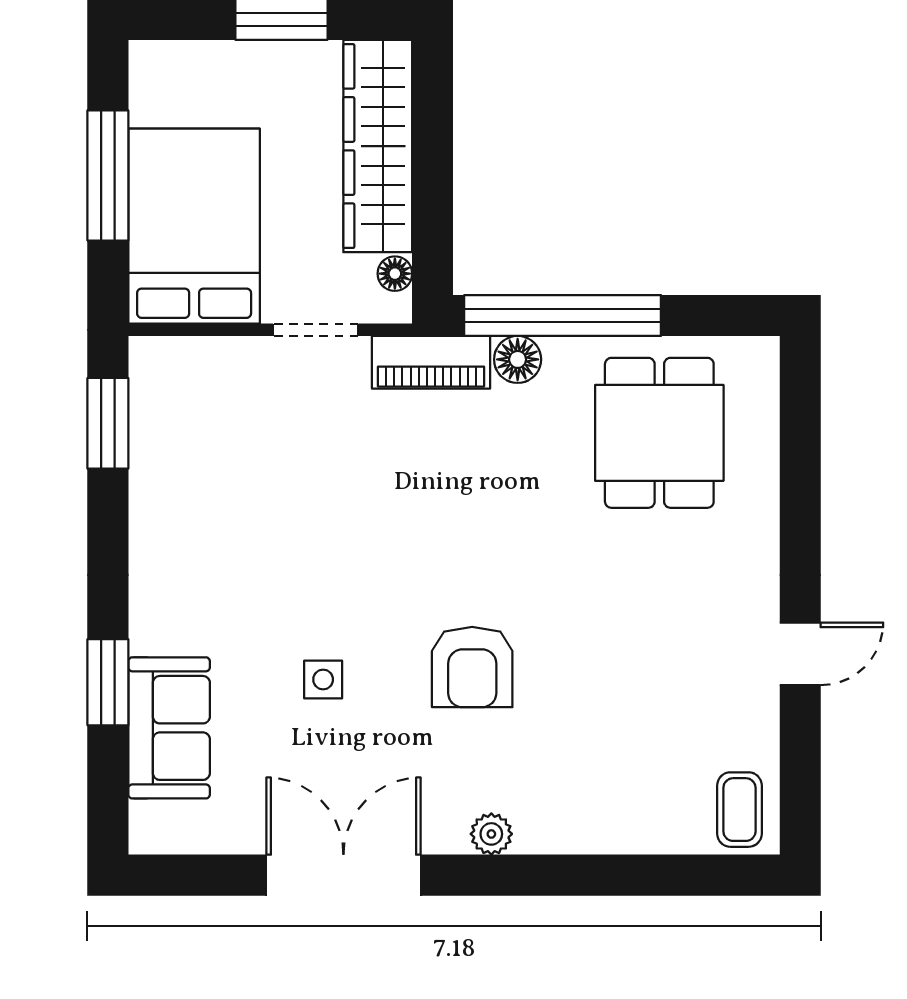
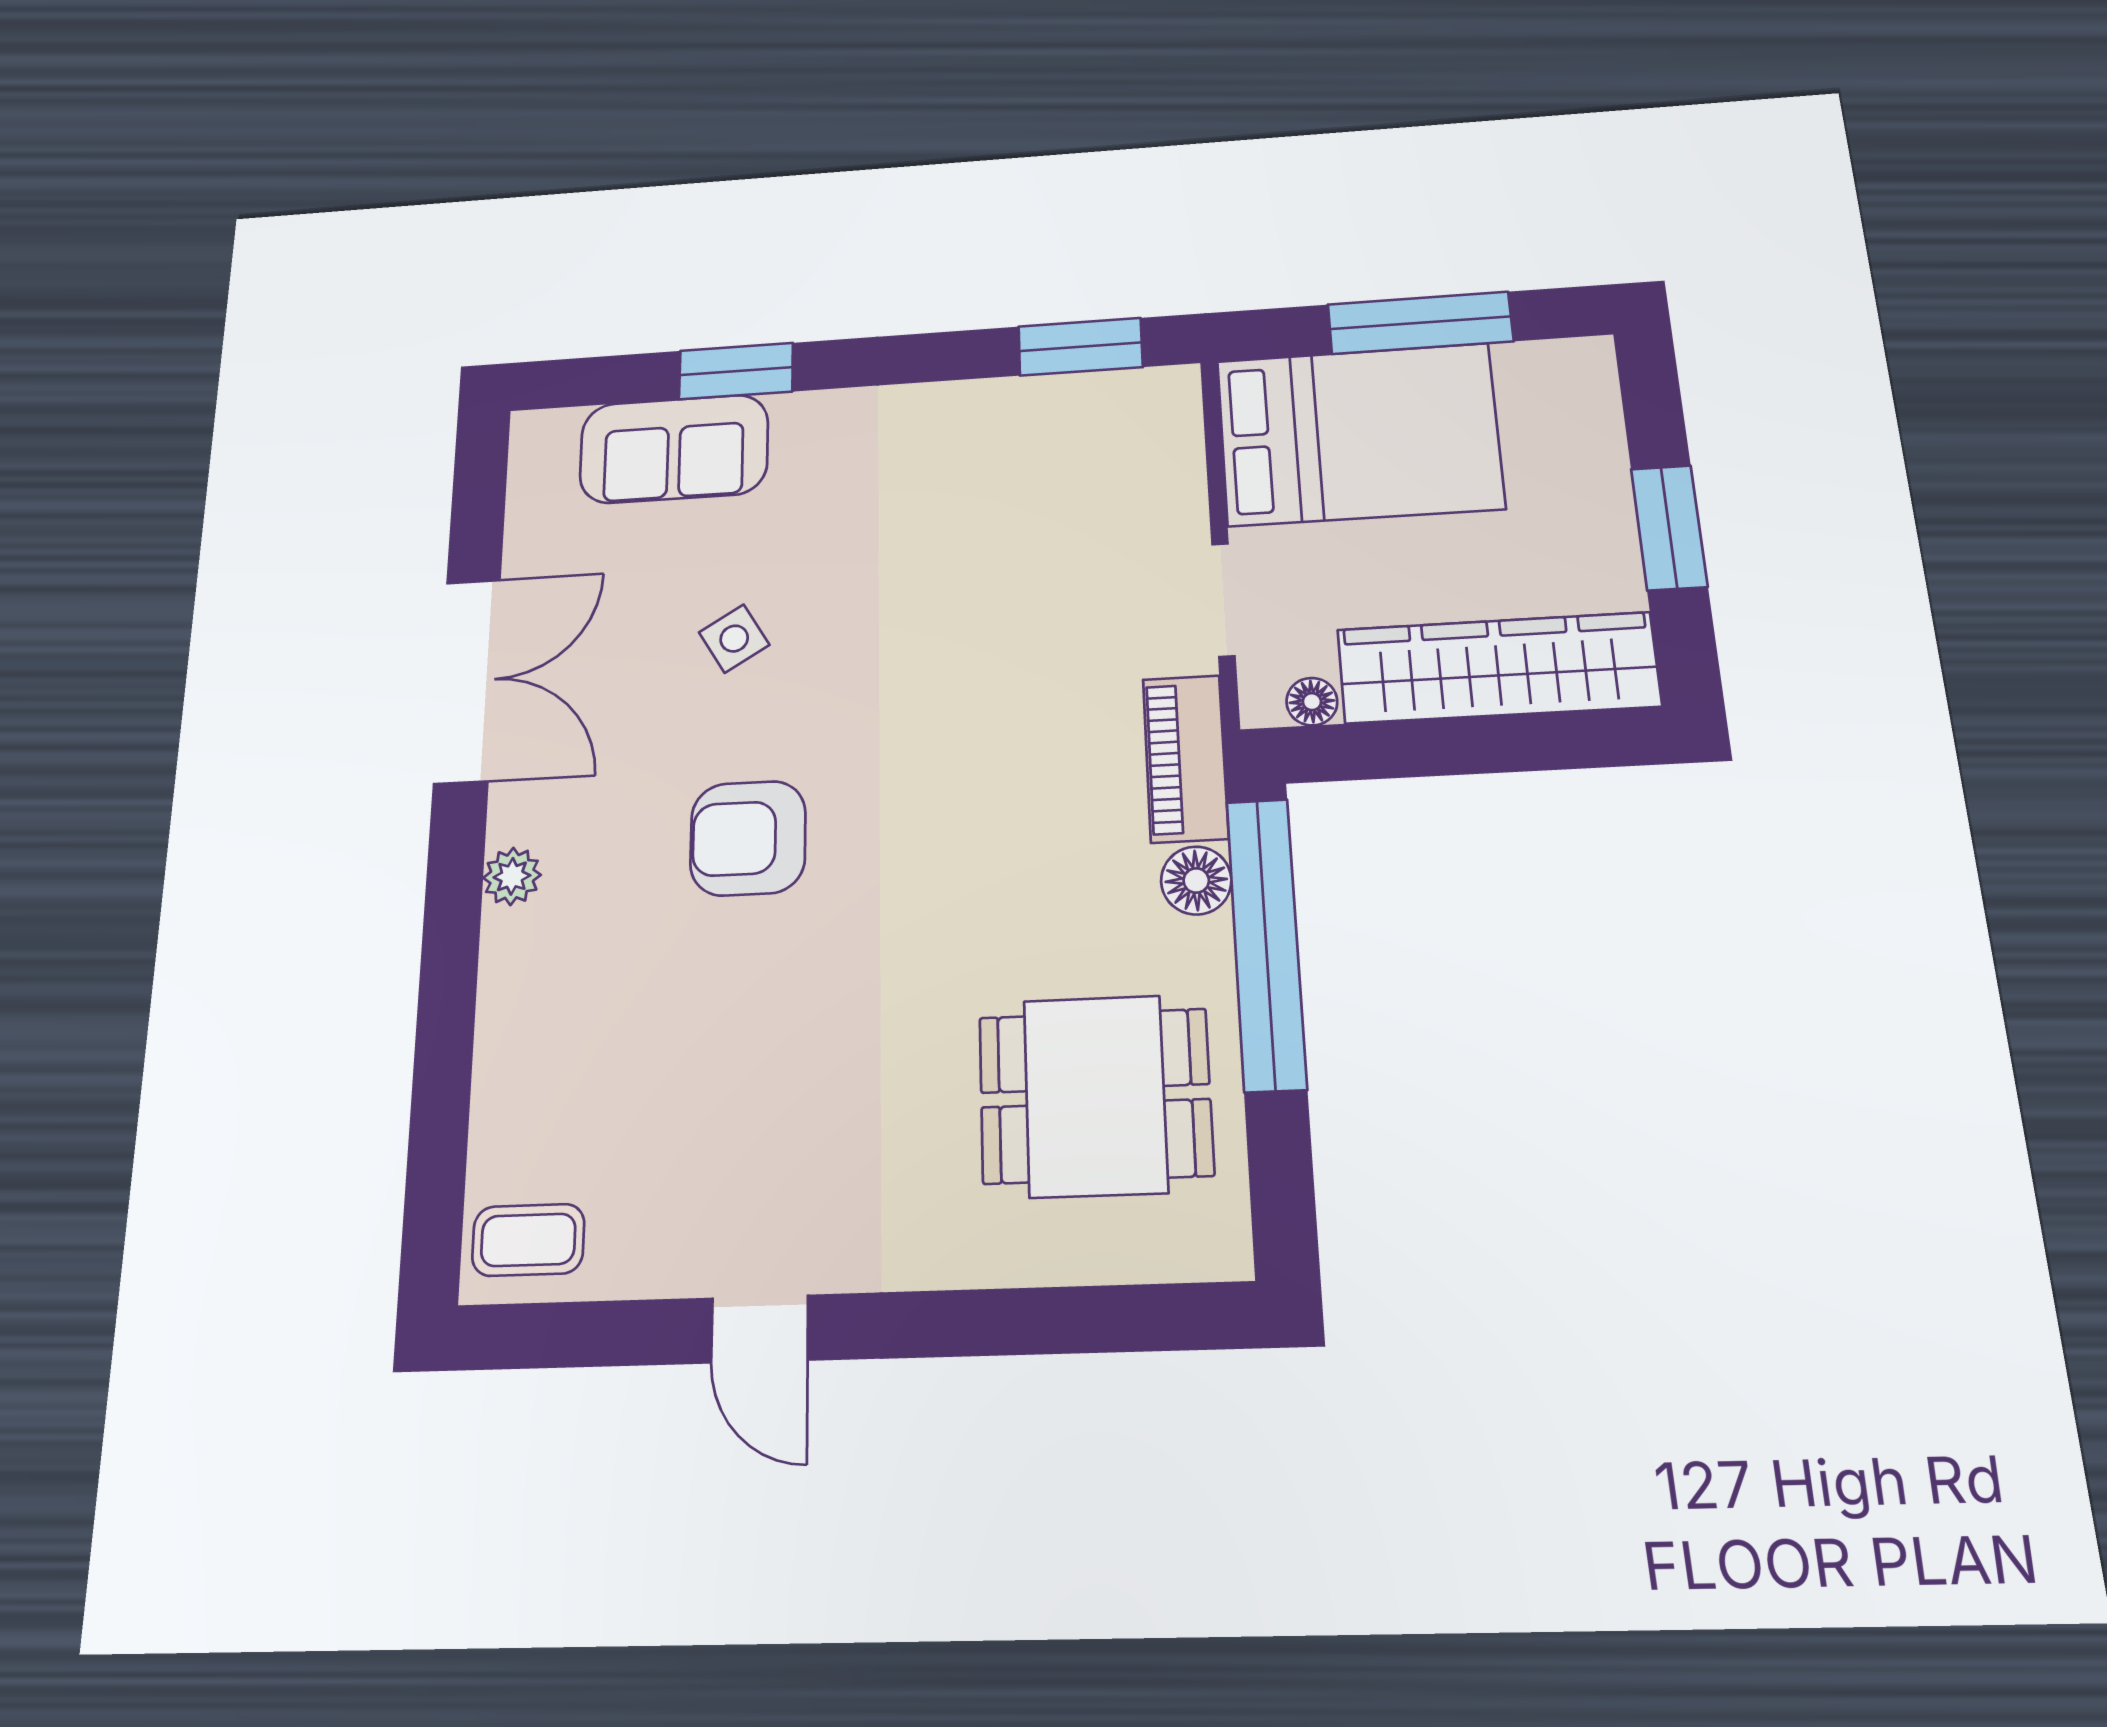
side table: (323, 679) -> (734, 639), turned -31

